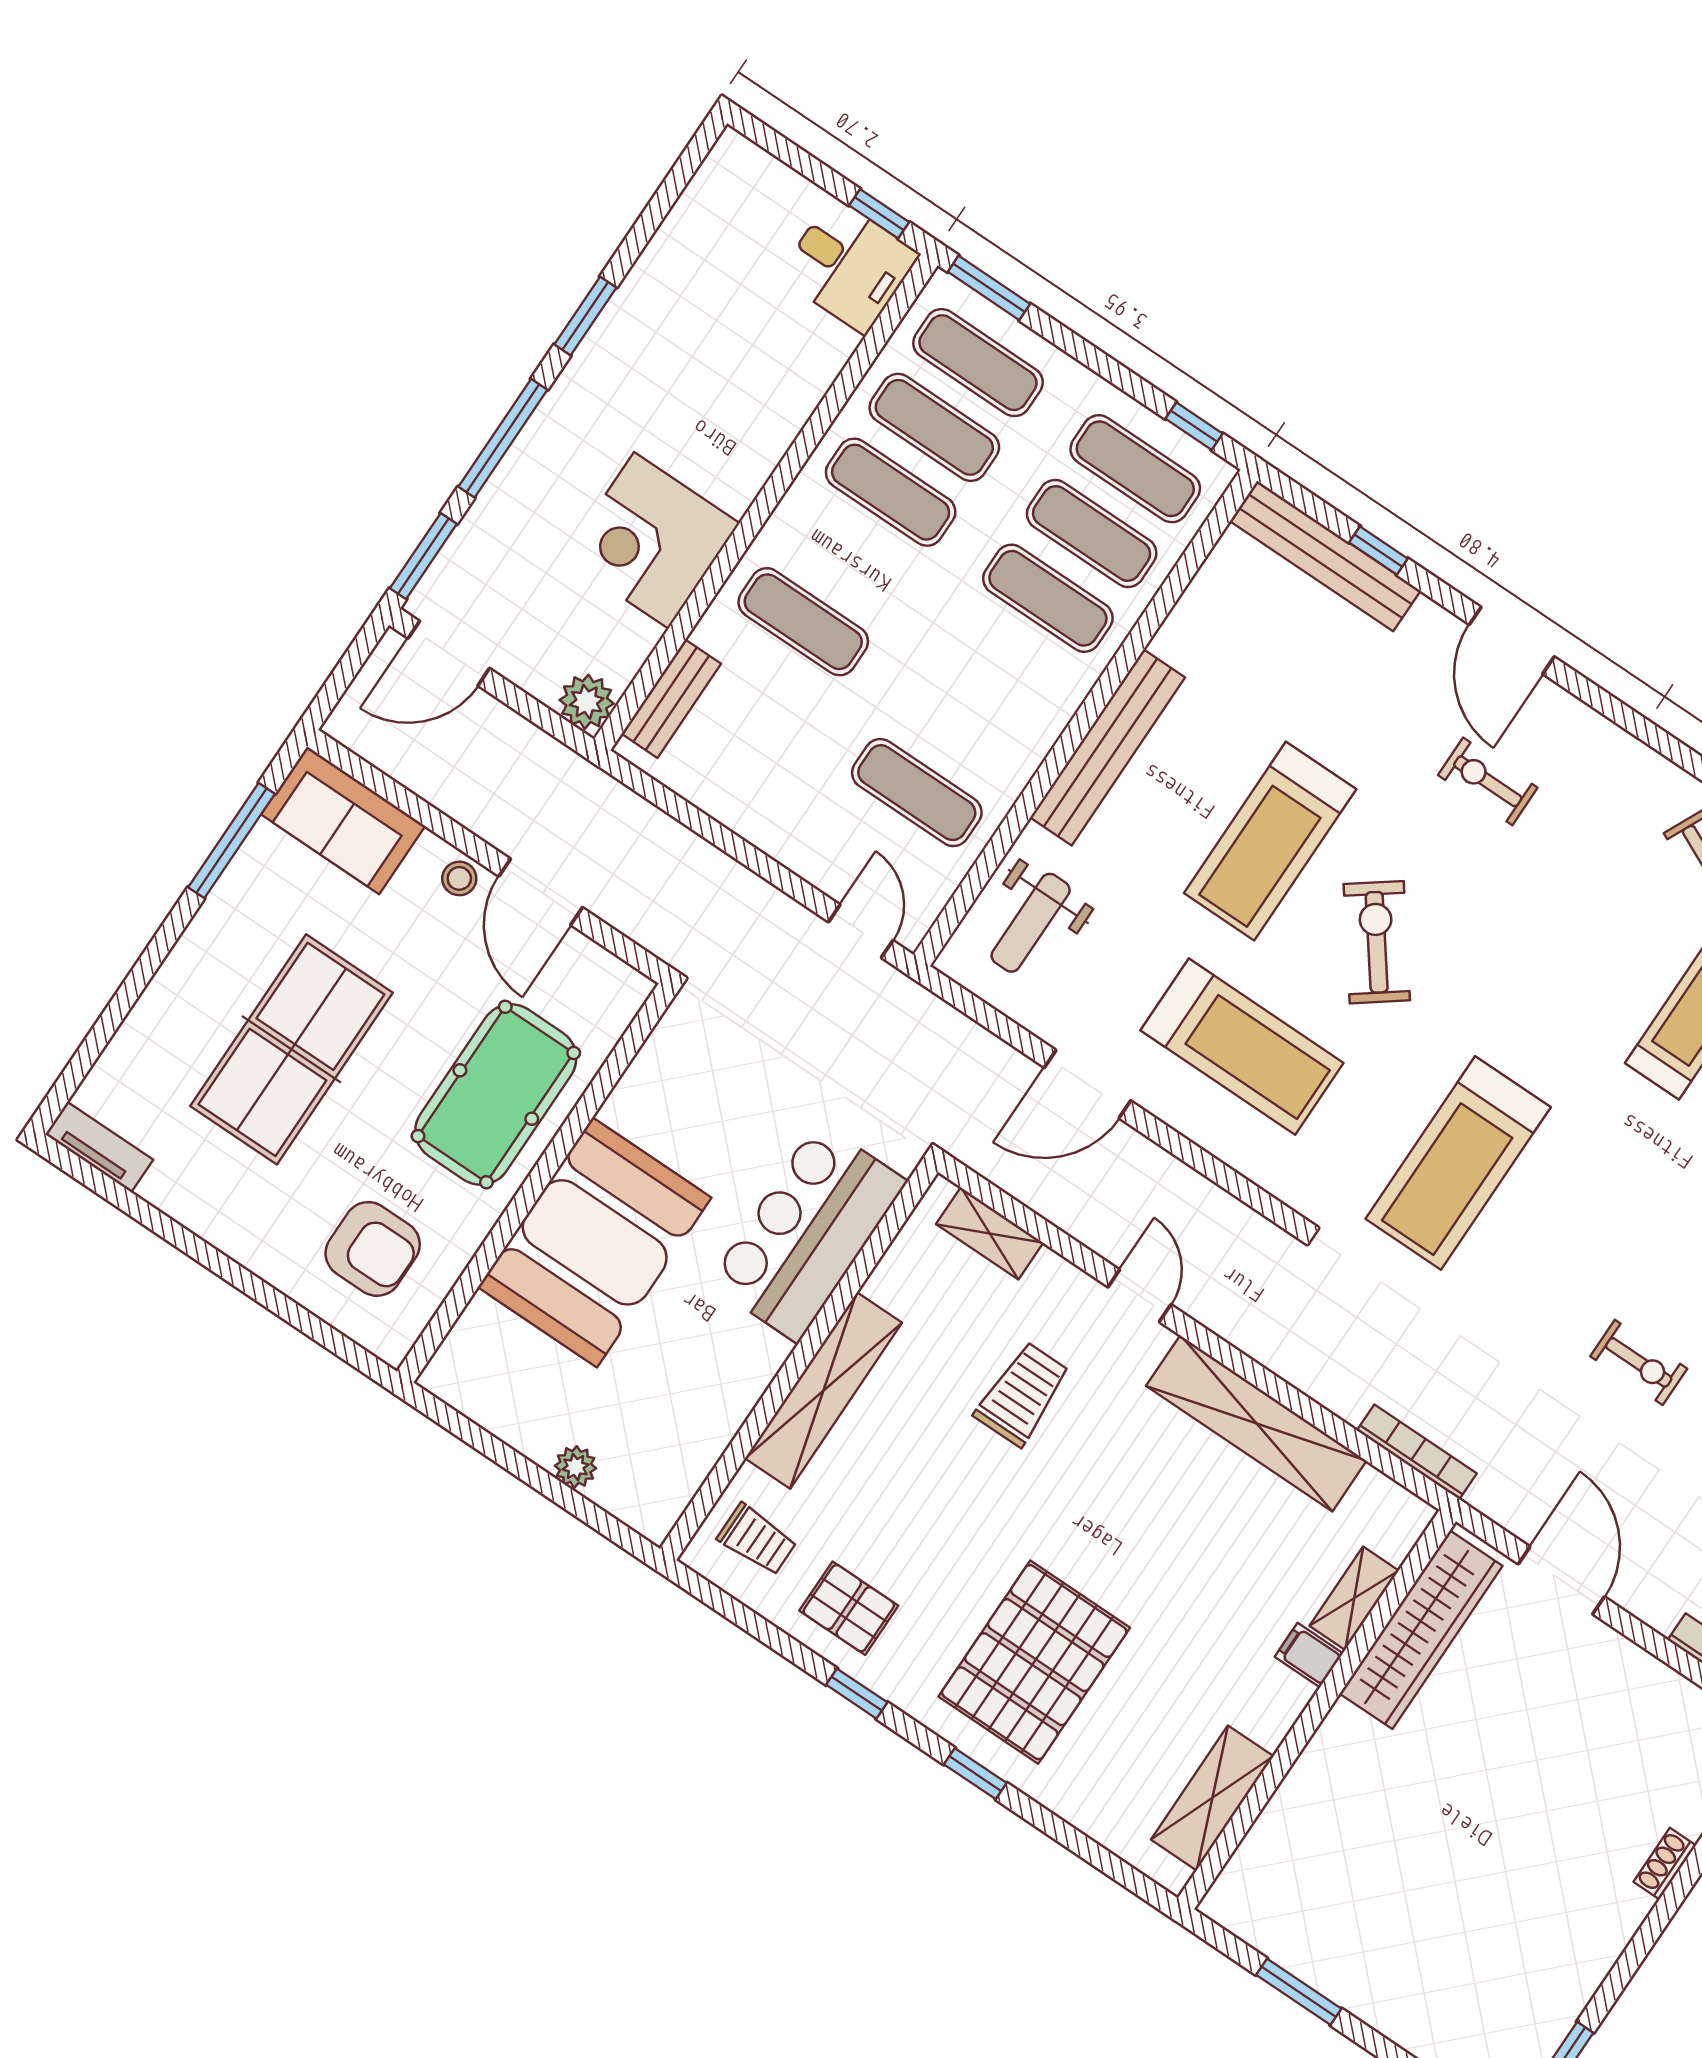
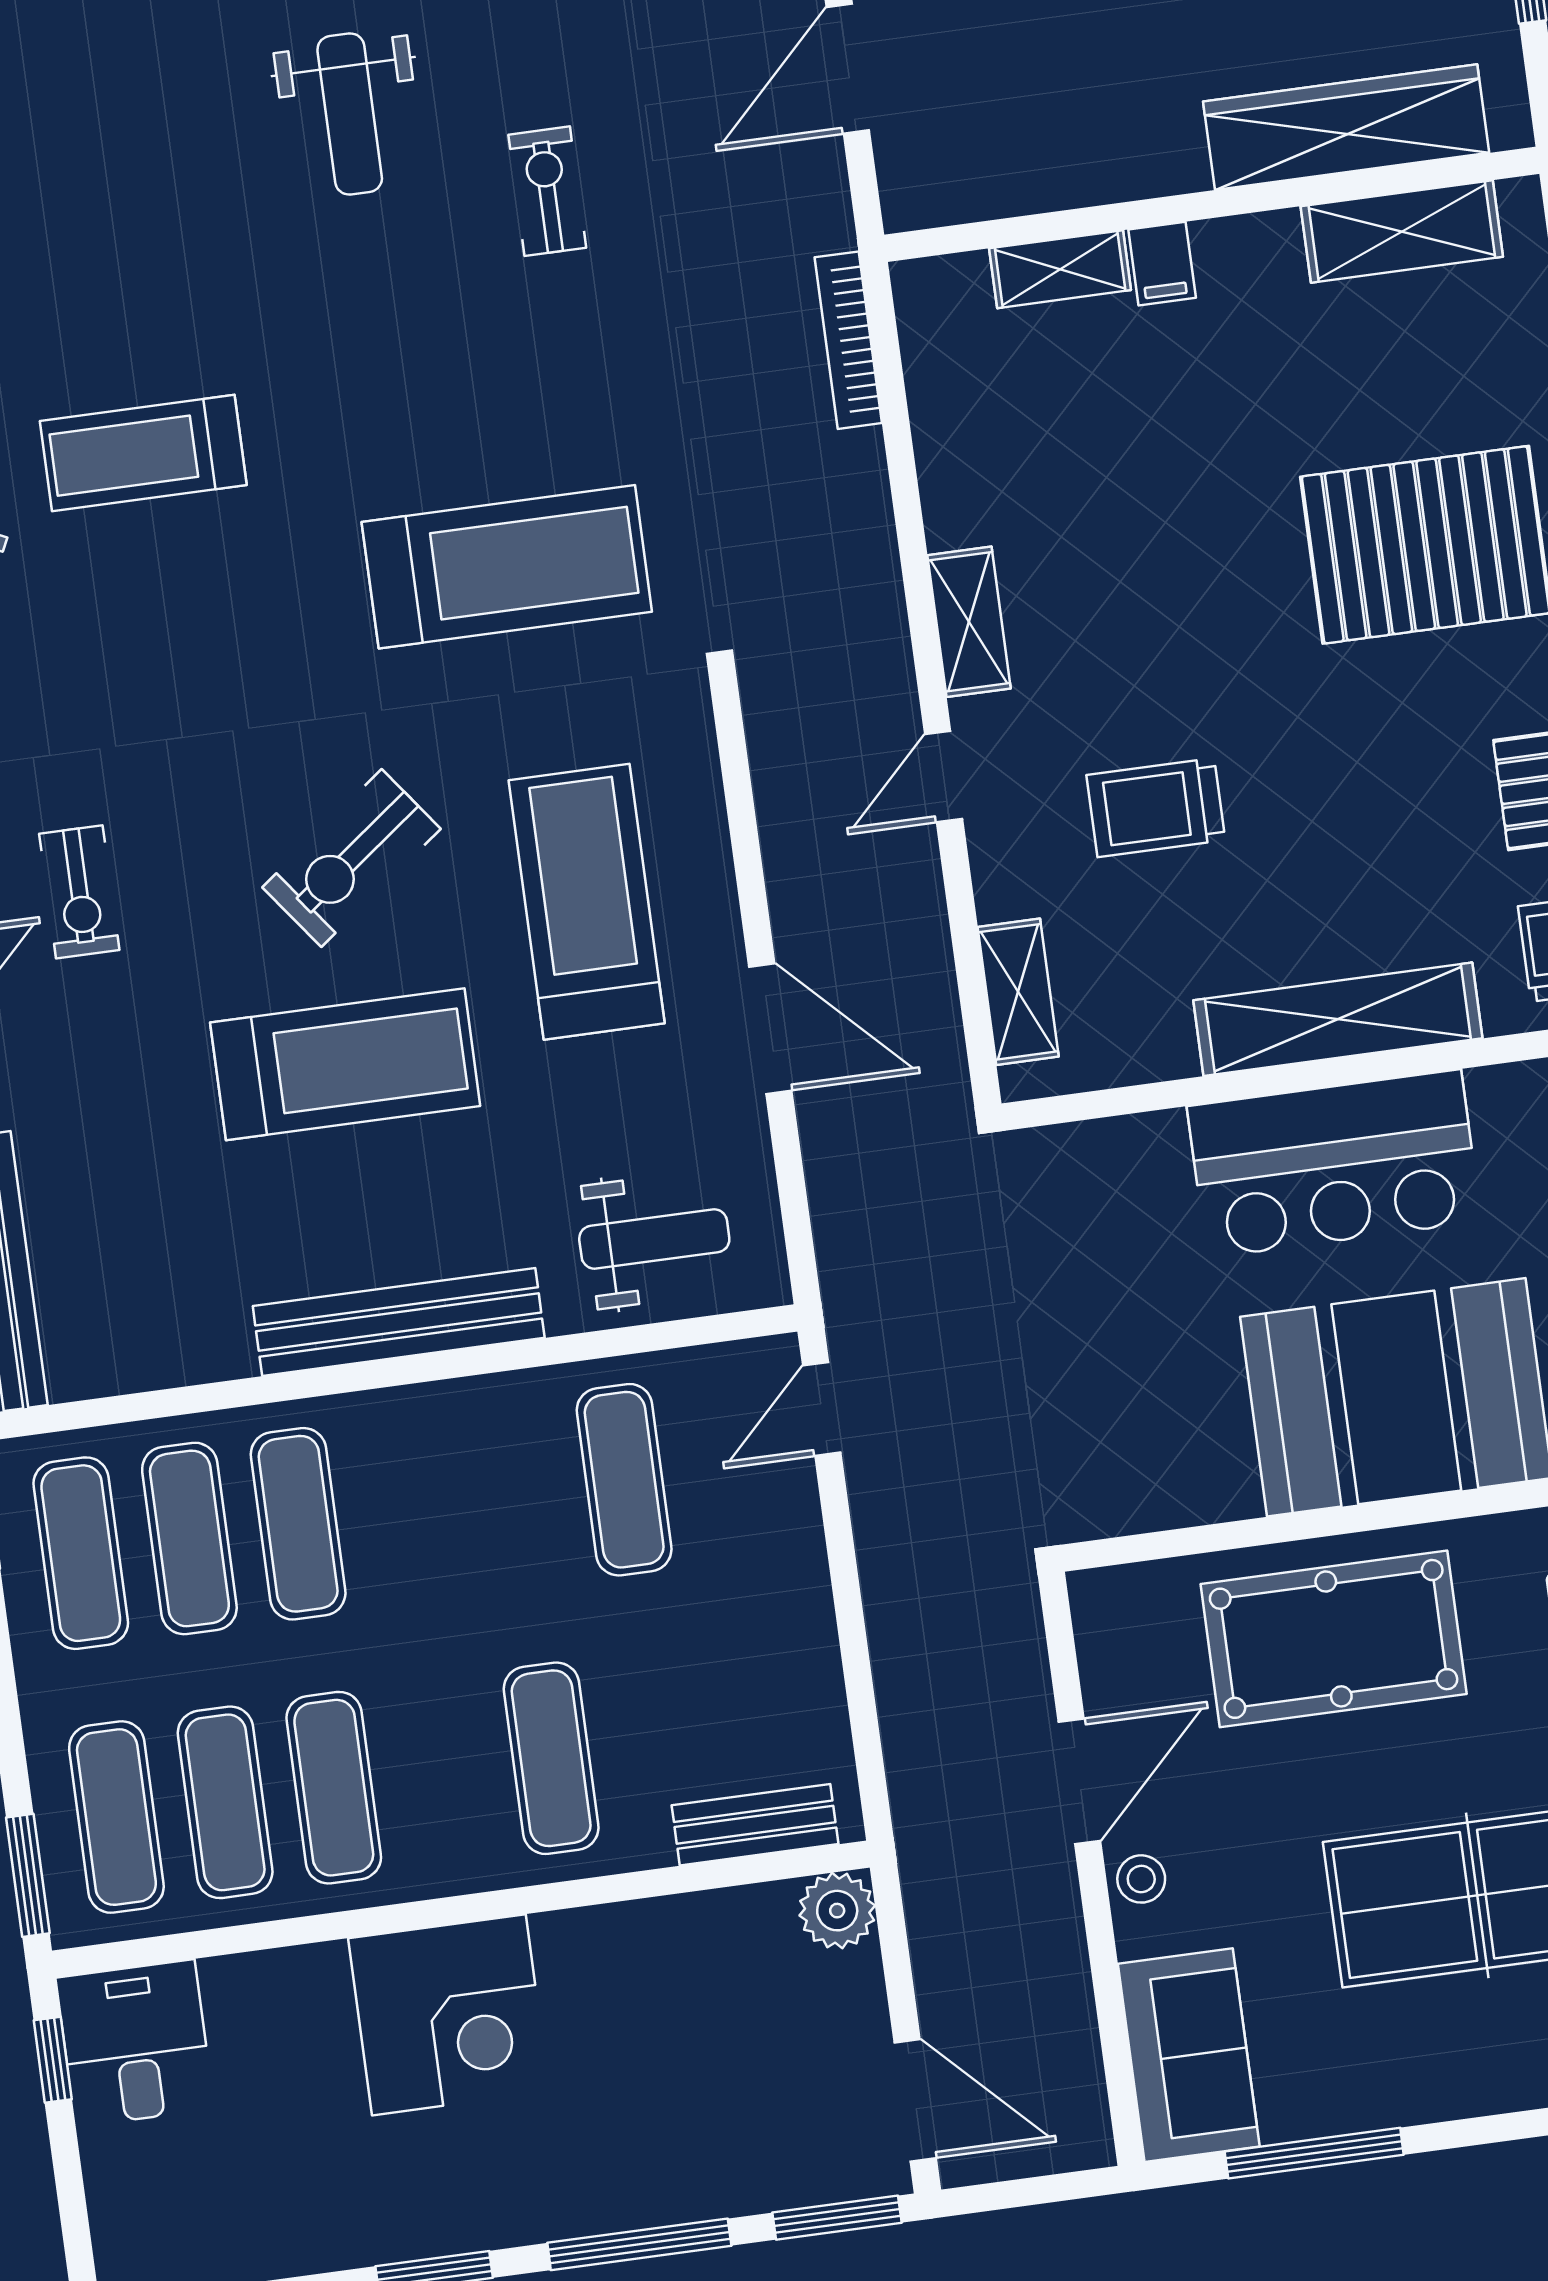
corner desk: (651, 540) -> (449, 2015), moved
bar counter: (808, 1232) -> (1334, 1164), moved
shelving: (1256, 1423) -> (969, 622), width x0.45, depth x0.75
wardrobe: (1421, 1630) -> (1346, 127), moved

